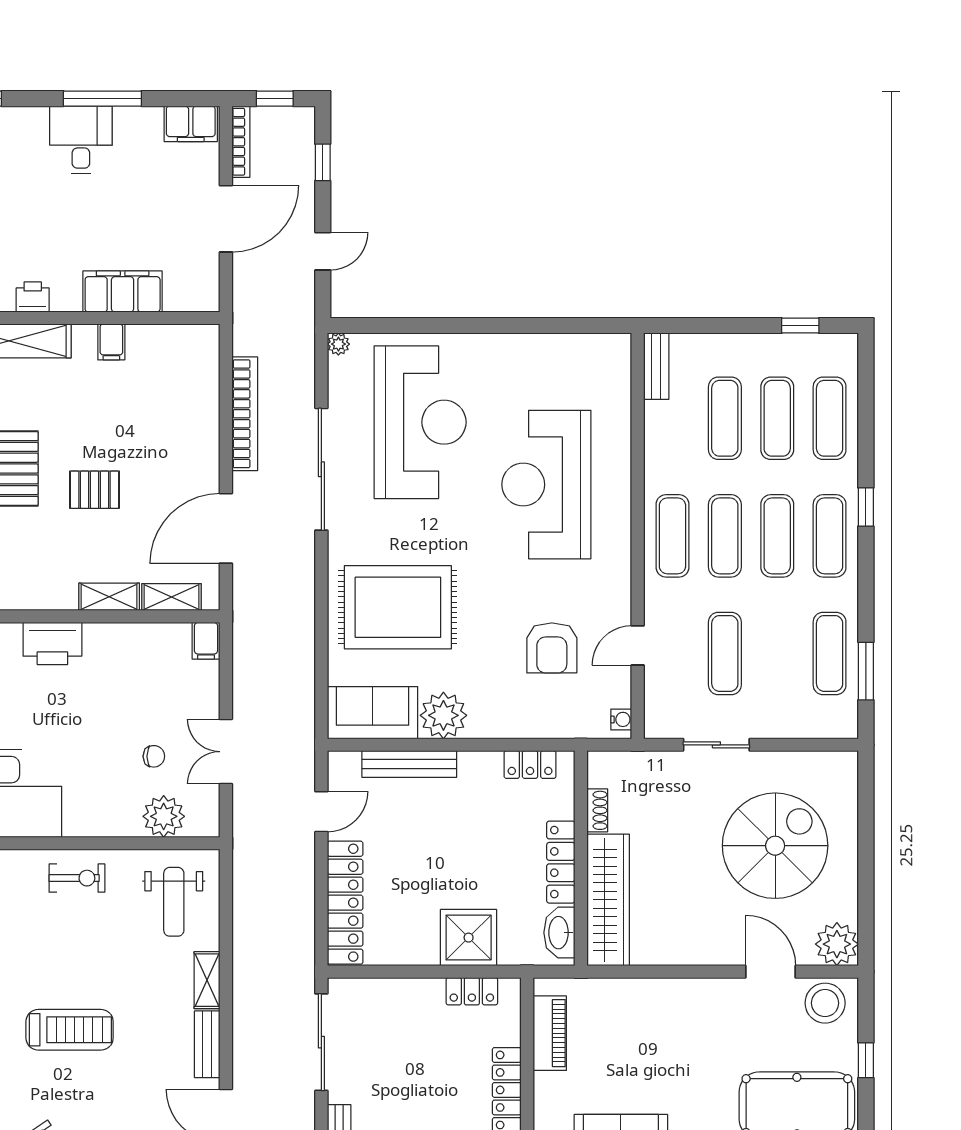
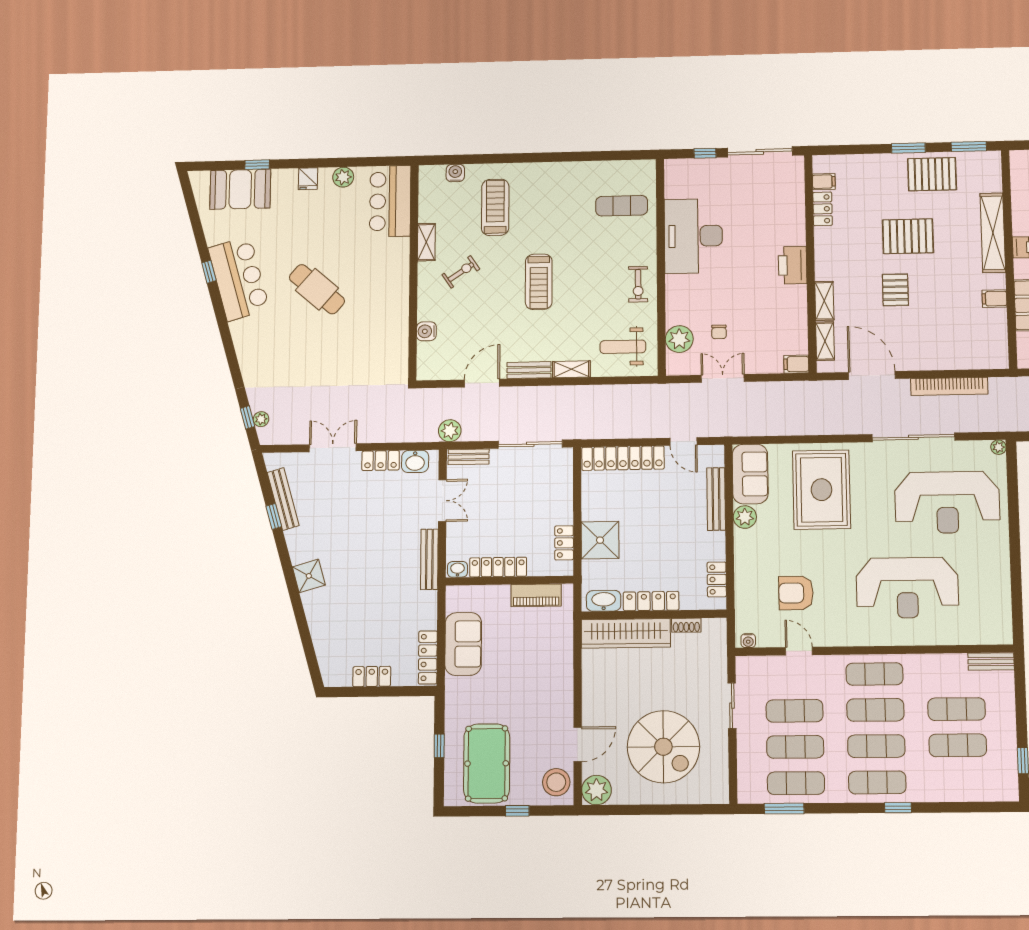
exercise mat: (830, 418) -> (795, 747), moved
reception desk: (546, 485) -> (907, 588), turned 180
plant: (443, 715) -> (745, 517), width x0.73, depth x0.73

